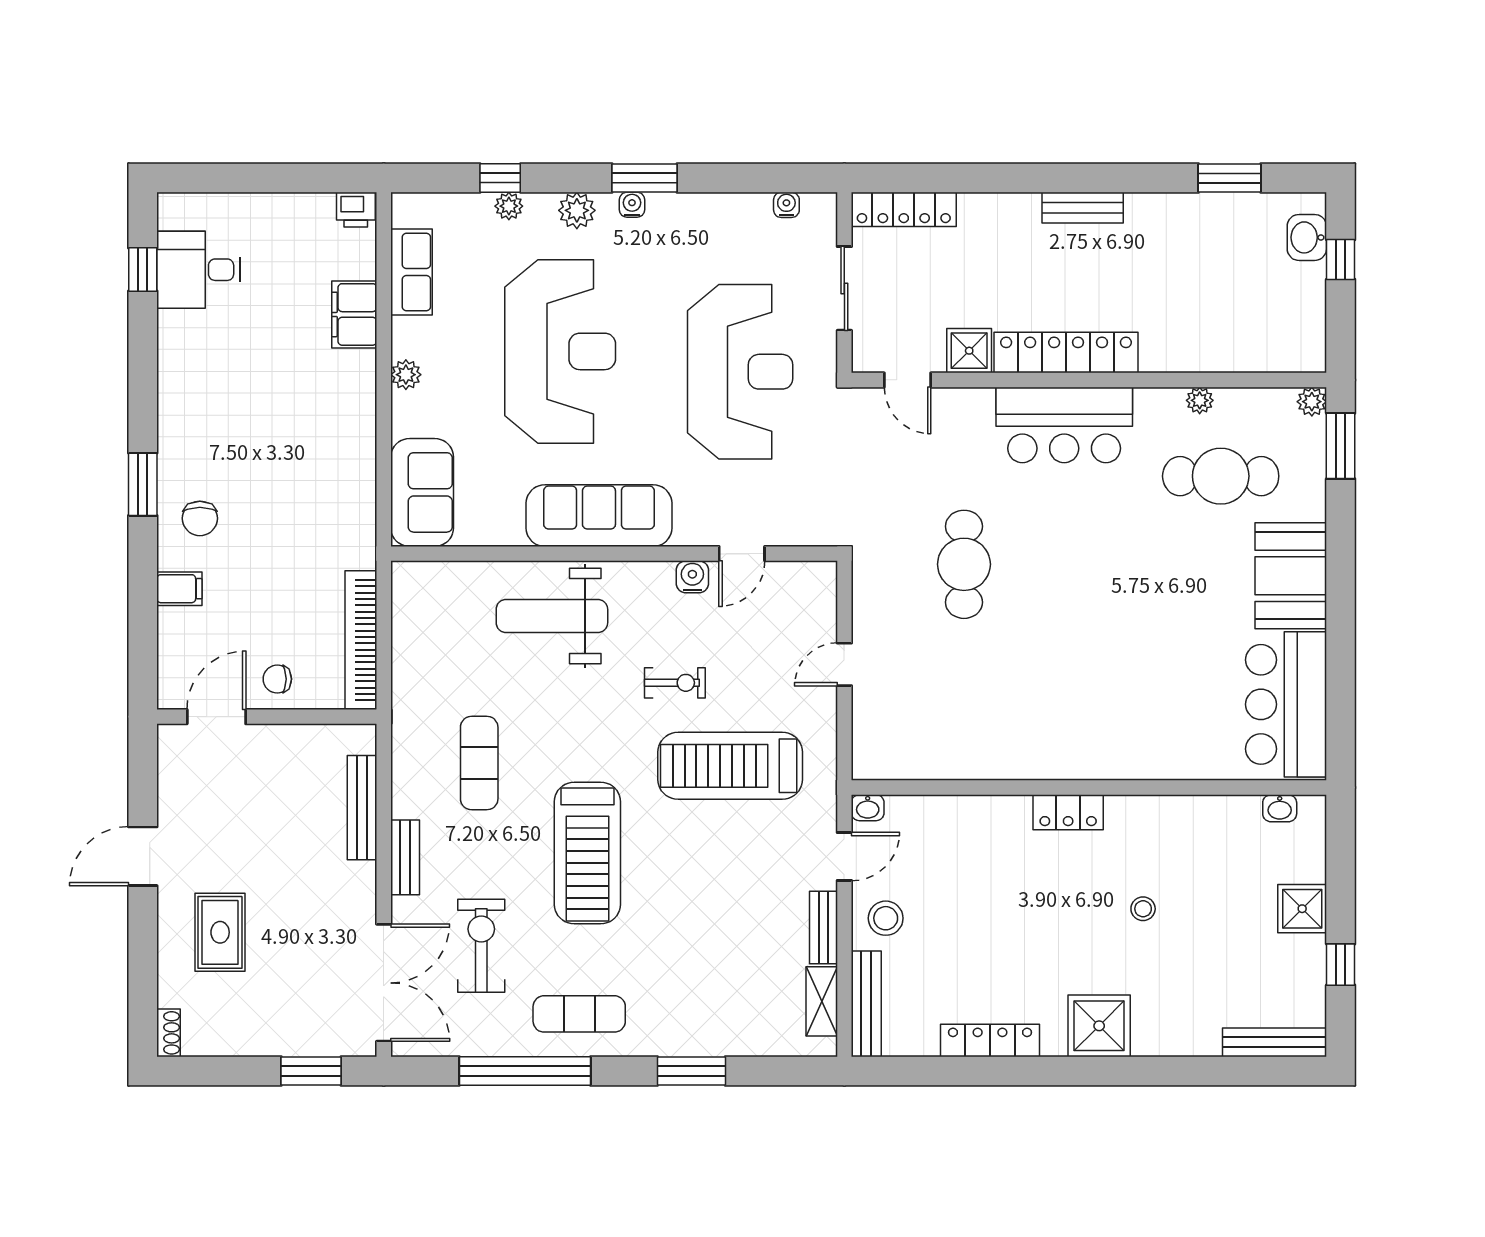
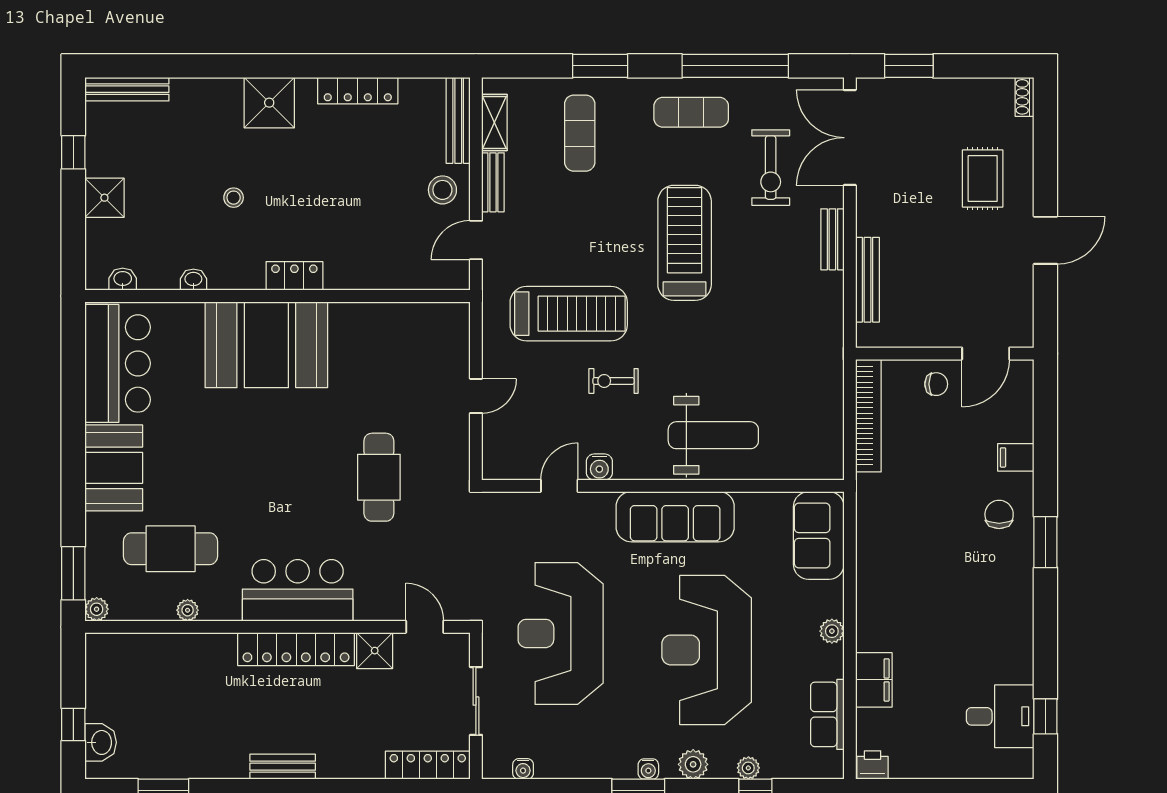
booth: (1103, 727) -> (266, 345), added
exercise mat: (479, 763) -> (580, 133), moved
washbasin: (868, 808) -> (193, 280), moved

